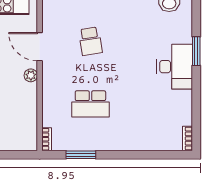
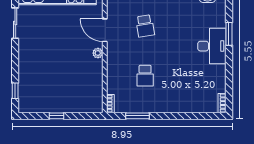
school desk: (90, 104) -> (145, 76), width x0.54

